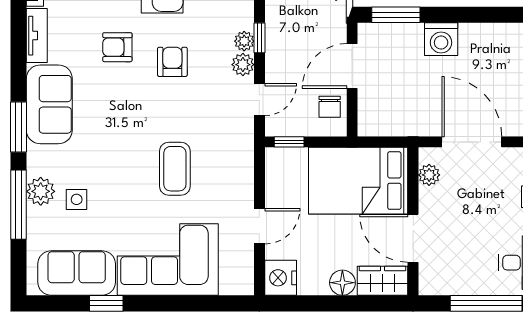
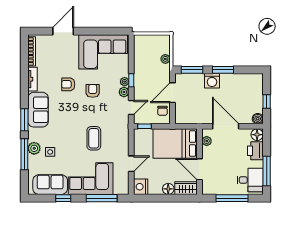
window: (466, 15) -> (223, 70), added
window: (193, 303) -> (102, 198), added

